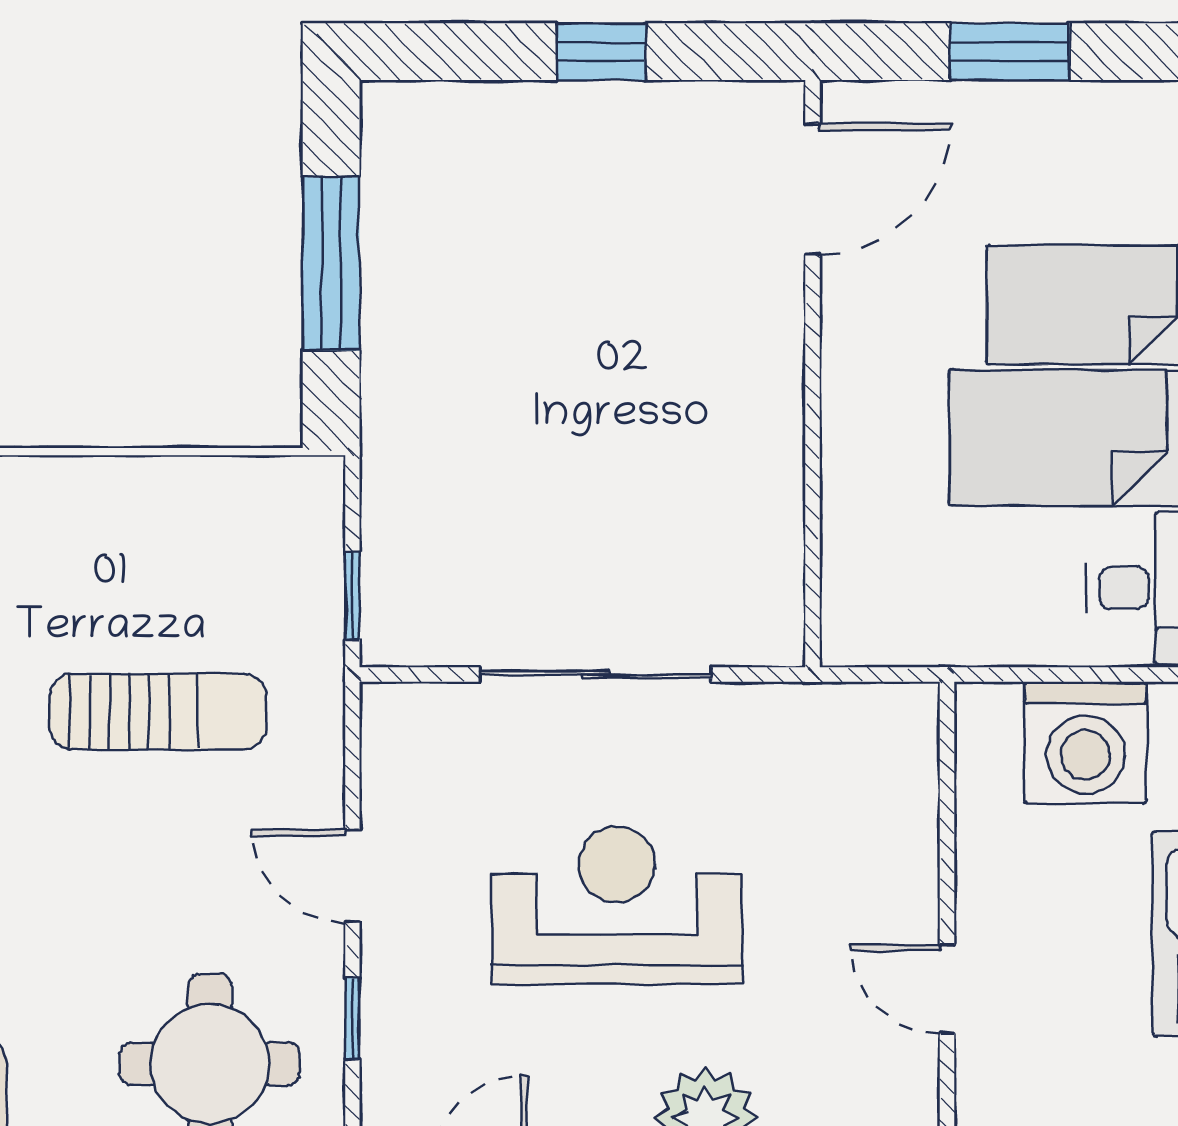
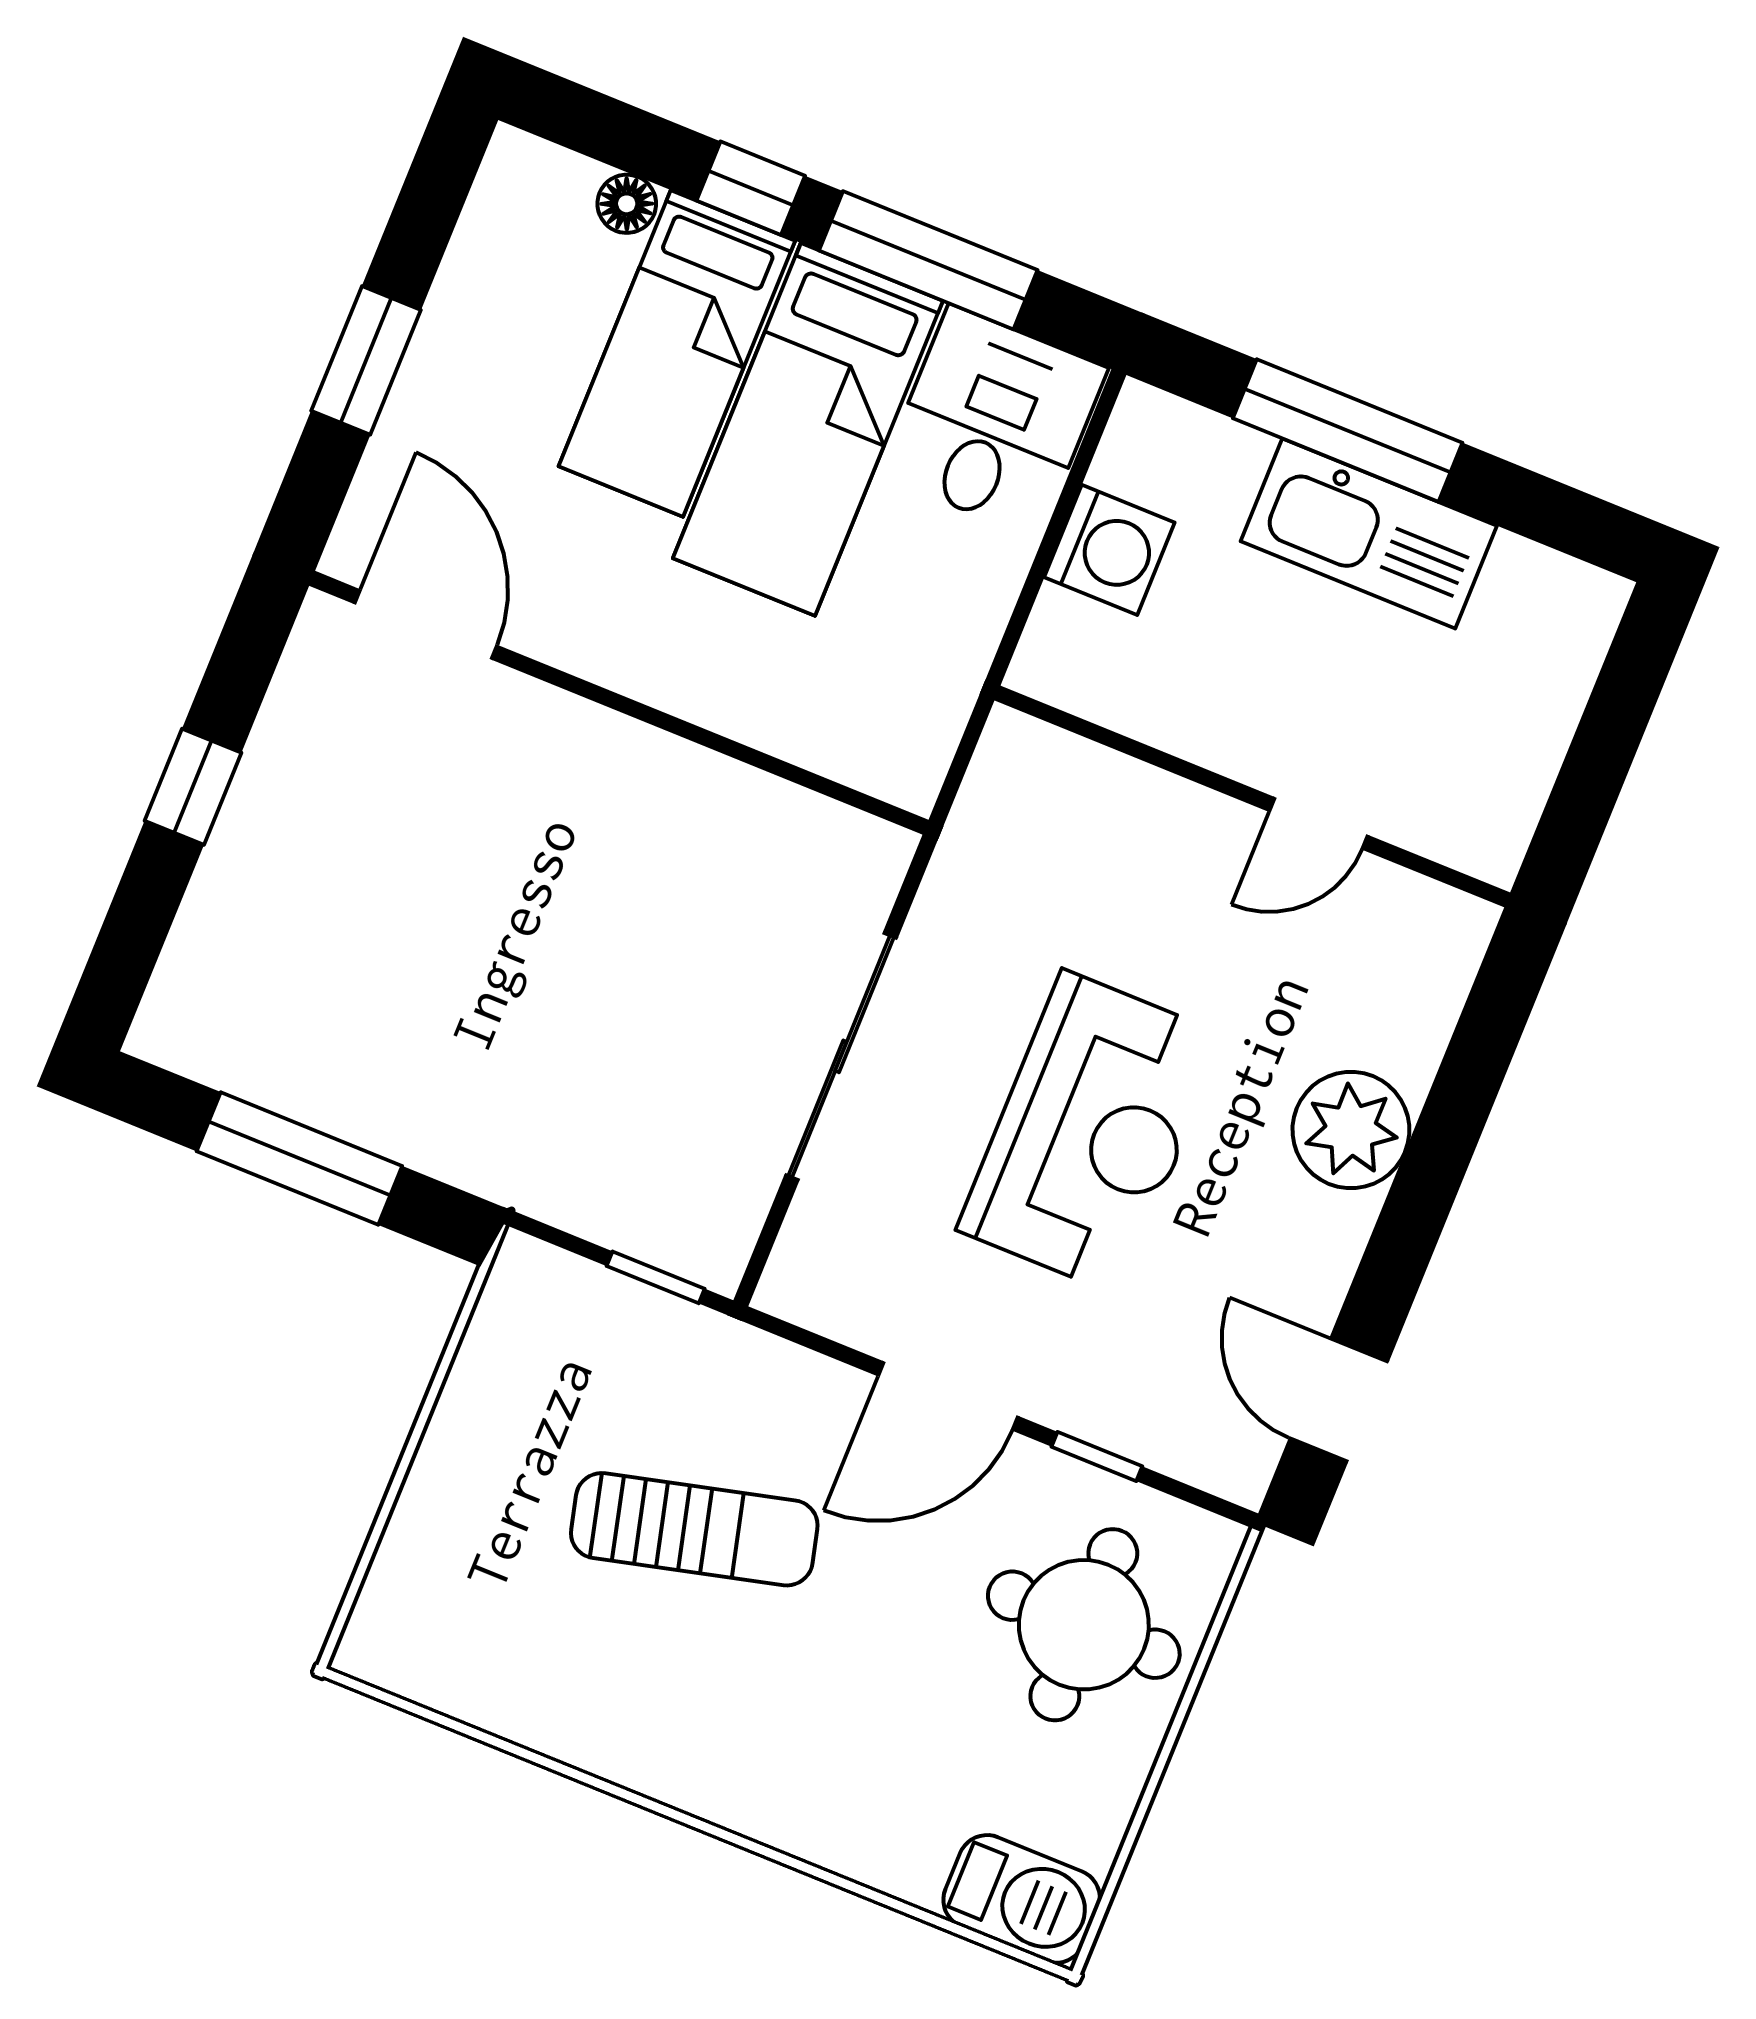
sun lounger: (158, 712) -> (694, 1529), turned 76
washing machine: (1086, 743) -> (1109, 550), width x0.73, depth x0.73
door: (352, 876) -> (948, 1396), width x1.38
reception desk: (617, 905) -> (1091, 1132), turned 180

